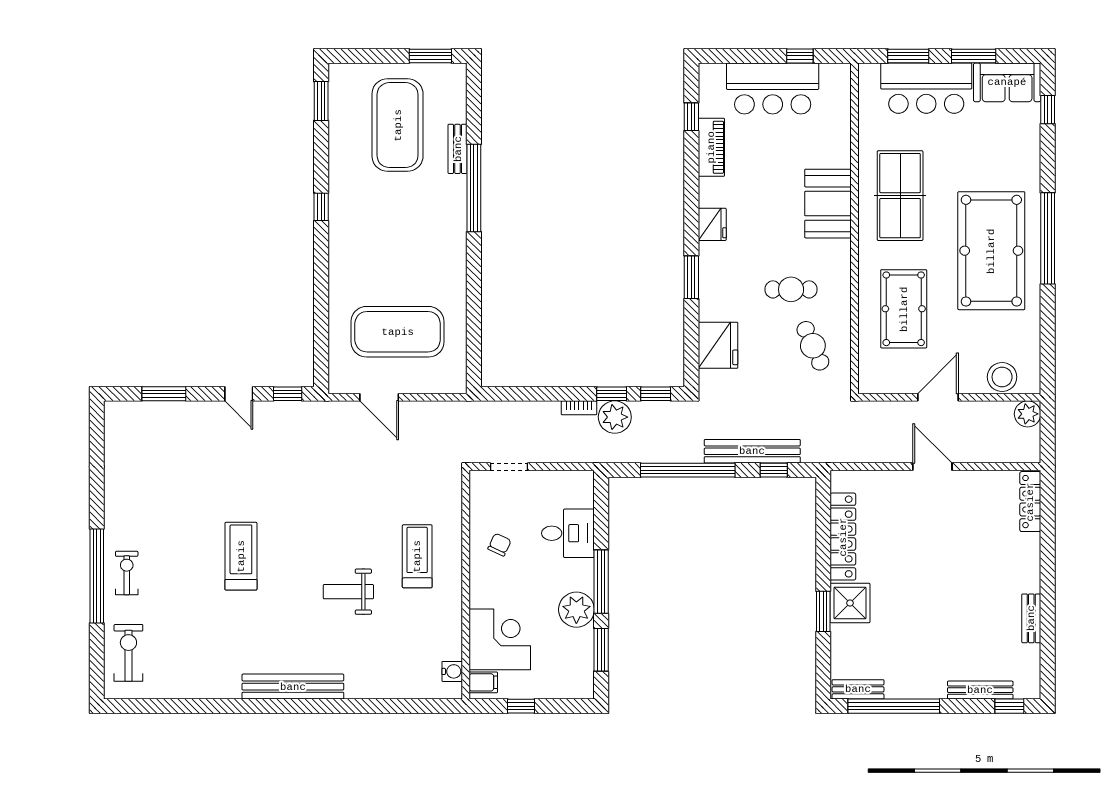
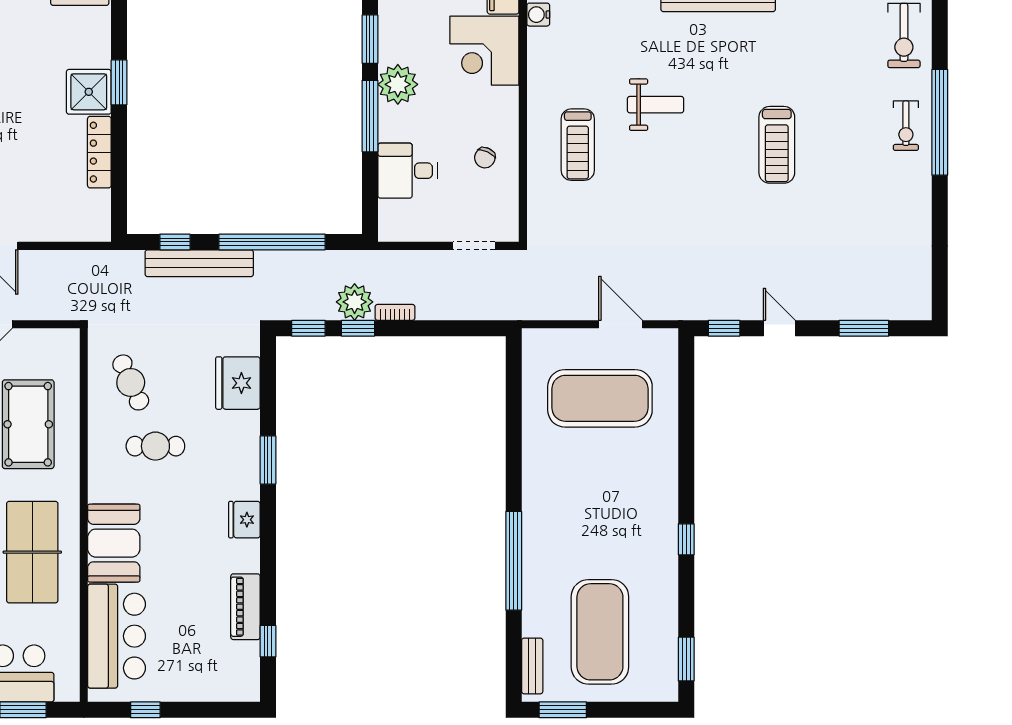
bar counter: (773, 89) -> (117, 636), moved, turned 90
bench: (458, 149) -> (532, 666), moved
locker: (843, 537) -> (99, 152), width x0.71, depth x0.83

